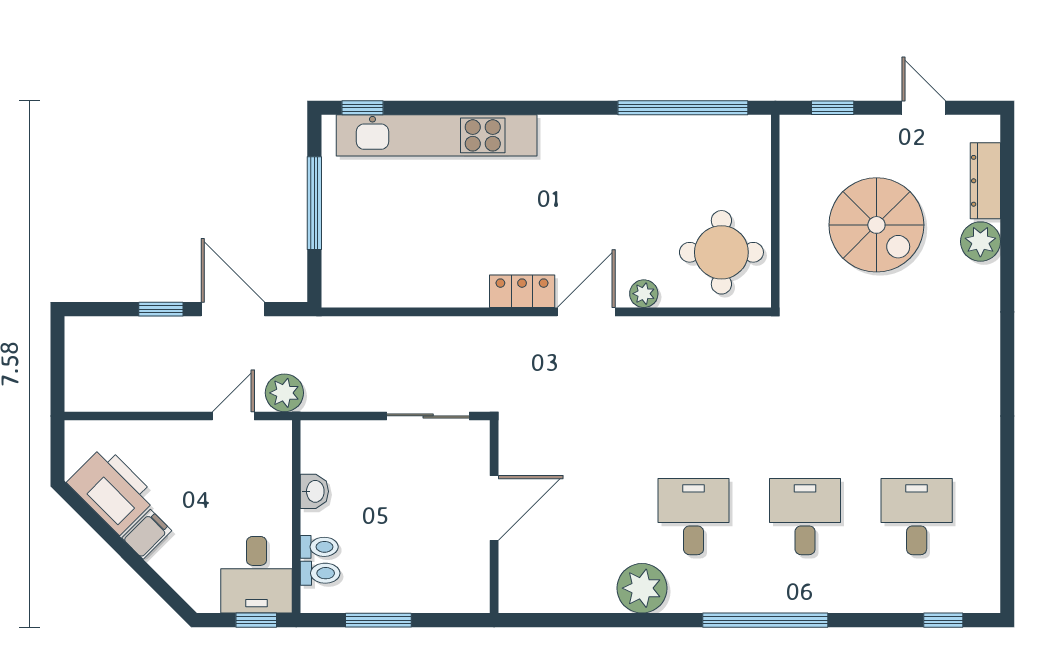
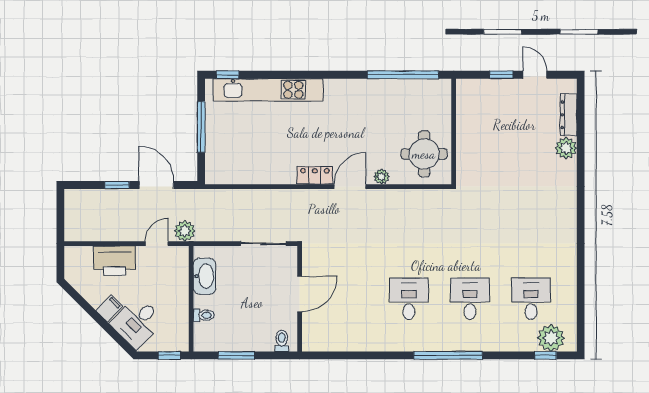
window: (833, 108) -> (501, 75), moved
spiral stairs: (876, 225) -> (509, 139), removed
printer: (112, 490) -> (115, 261), moved, turned 135
washbasin: (314, 491) -> (205, 276), width x1.91, depth x1.45
toilet: (320, 573) -> (282, 341), moved, turned -90
desk: (257, 575) -> (137, 322), moved, turned 45
plant: (642, 588) -> (551, 338), moved

